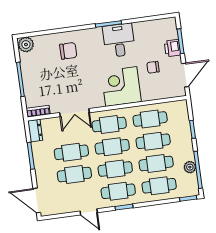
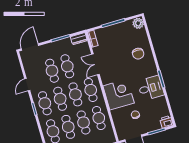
printer: (172, 48) -> (166, 122), moved

